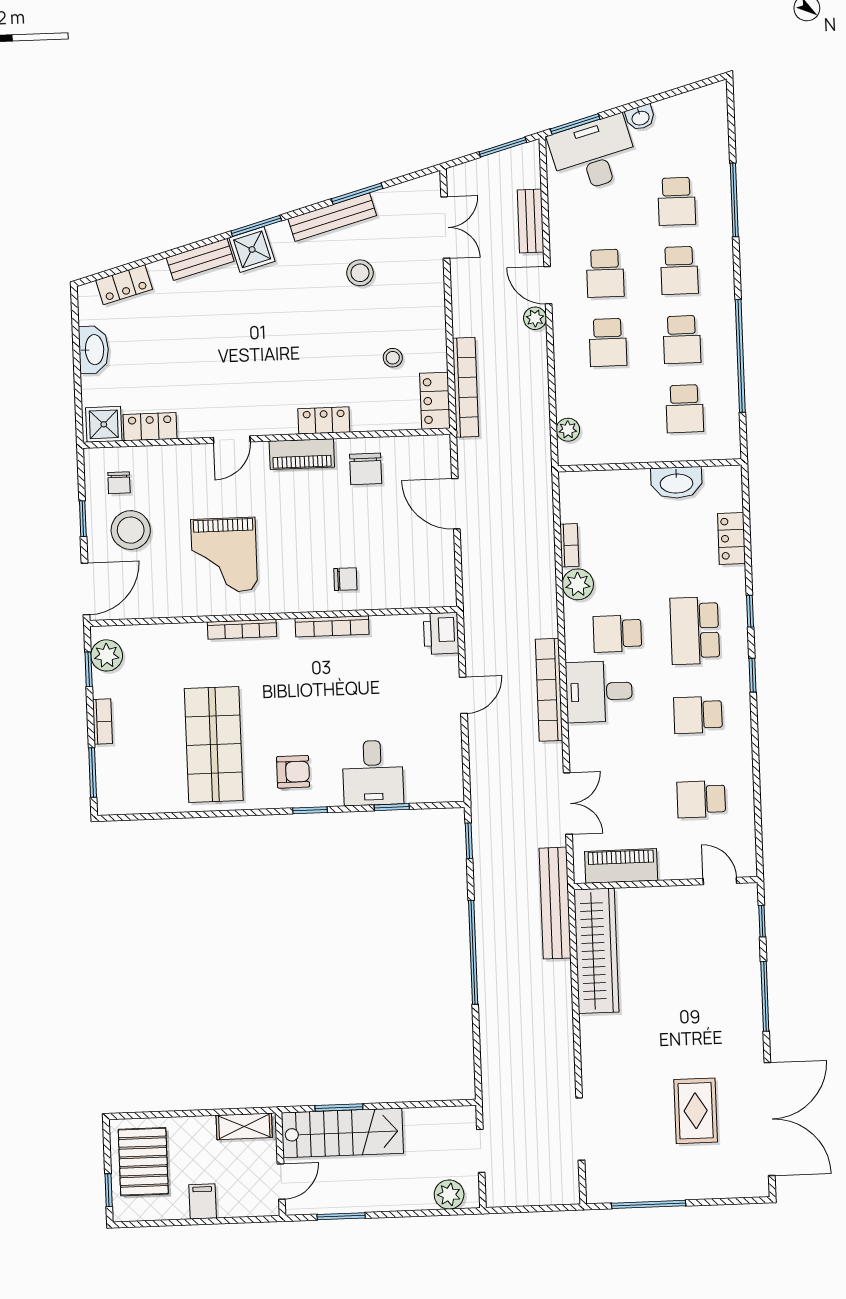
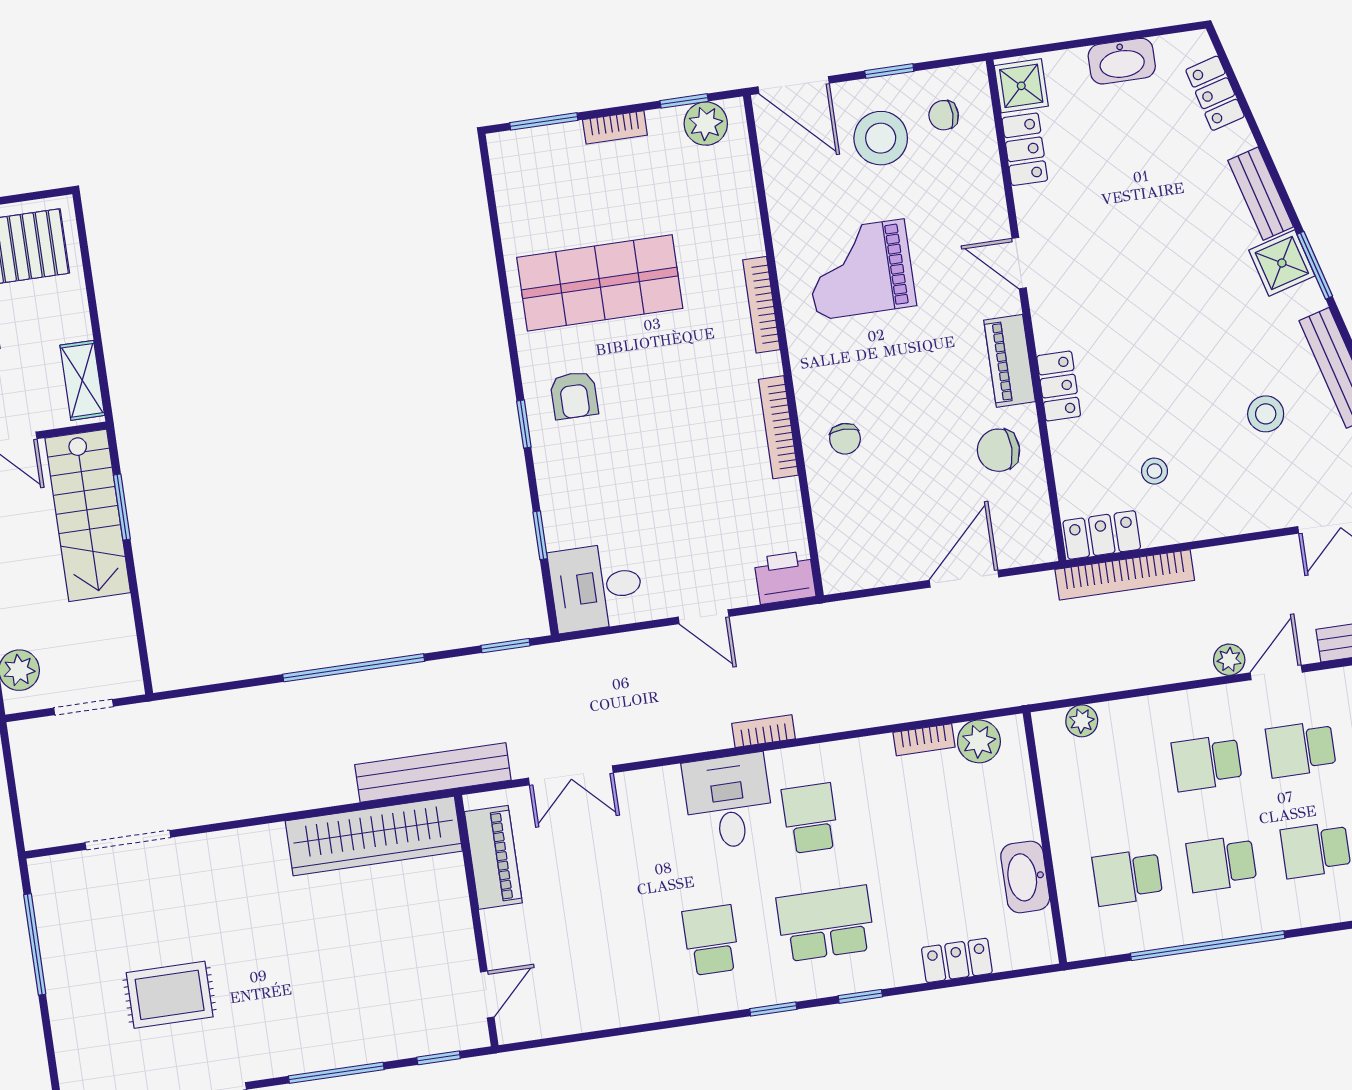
plant: (578, 584) -> (979, 741), moved
bookcase: (549, 690) -> (764, 731), width x0.43, depth x0.76
desk: (373, 773) -> (596, 587), moved
school desk: (701, 799) -> (596, 957), removed

